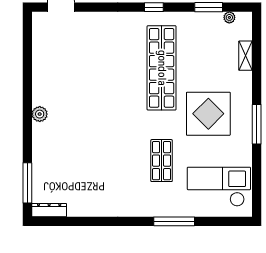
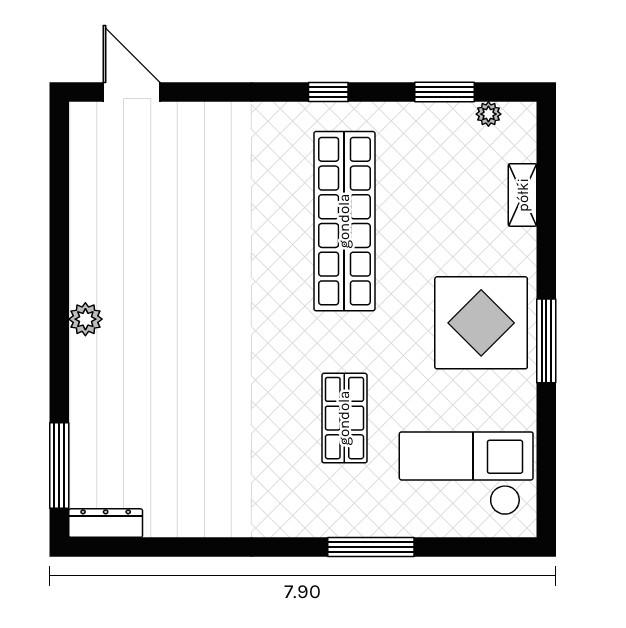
display table: (208, 114) -> (481, 323), moved

